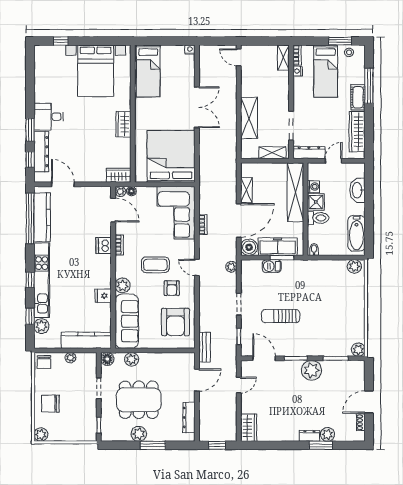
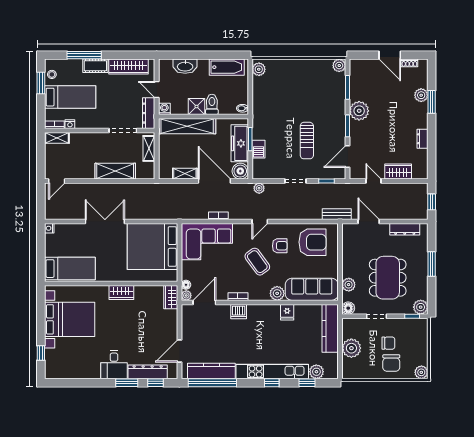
washing machine: (313, 187) -> (164, 109), moved
coffee table: (155, 265) -> (257, 262), turned -36
plant: (70, 358) -> (351, 348), width x1.88, depth x1.88
chair: (44, 362) -> (388, 343), moved
wardrobe: (249, 428) -> (398, 171), moved
plant: (139, 434) -> (421, 307), moved
dresser: (310, 436) -> (422, 139), moved

